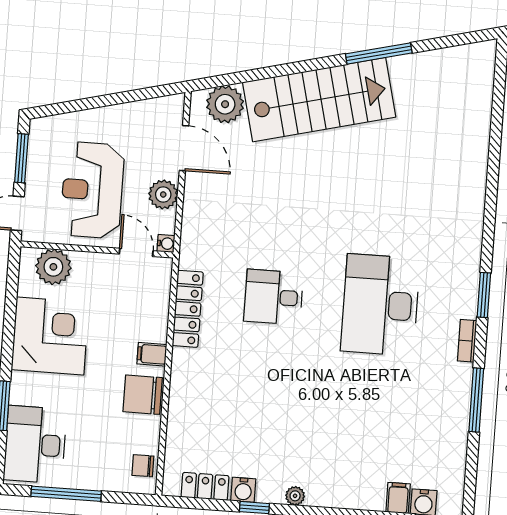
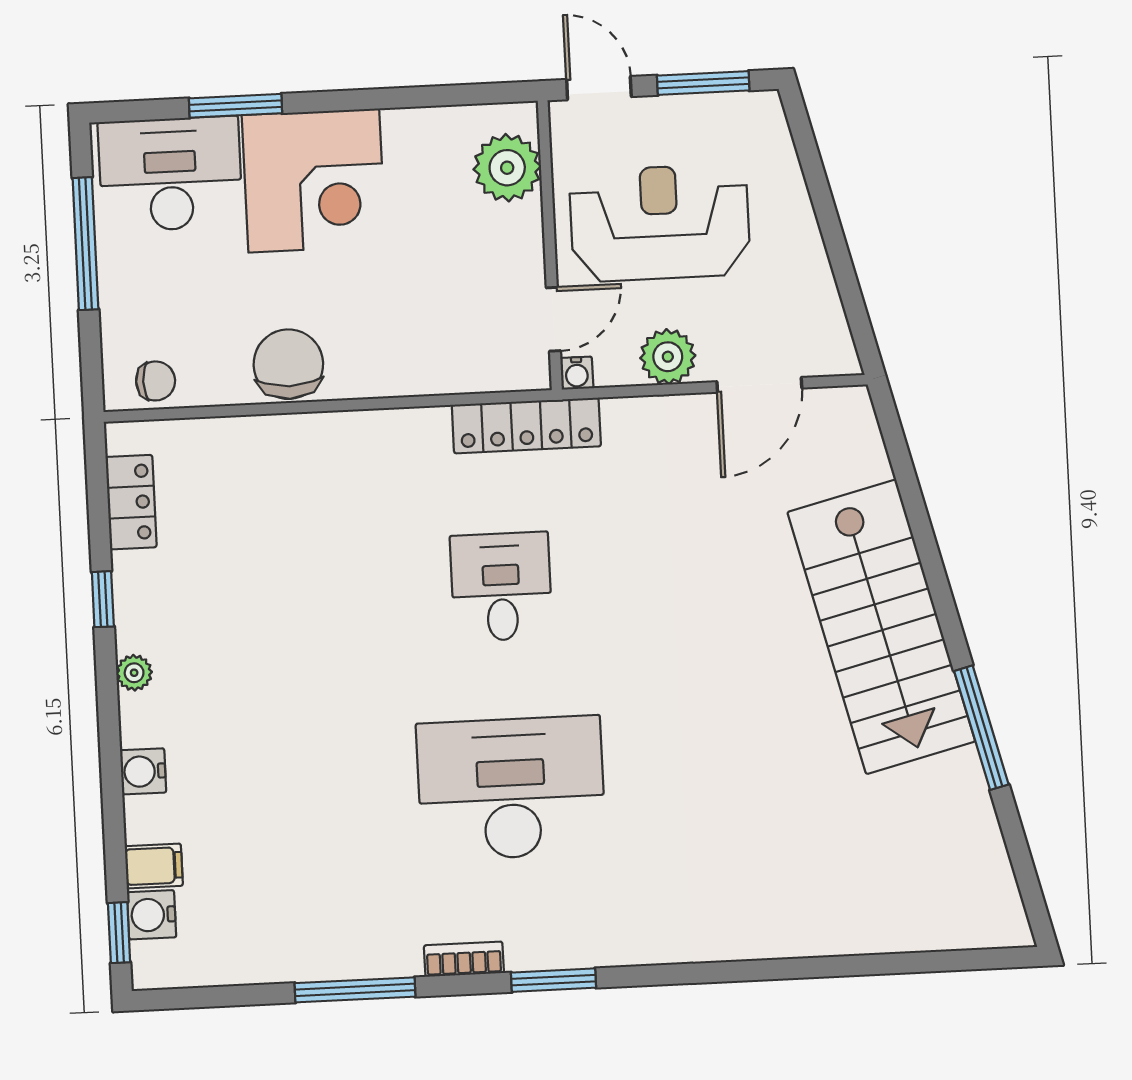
plant: (225, 104) -> (851, 452), removed
locker: (188, 309) -> (526, 425), moved
corner desk: (50, 336) -> (314, 181), moved
filing cabinet: (152, 354) -> (366, 372), removed
chair: (143, 466) -> (156, 381), turned 90
water cooler: (243, 490) -> (143, 771), moved

